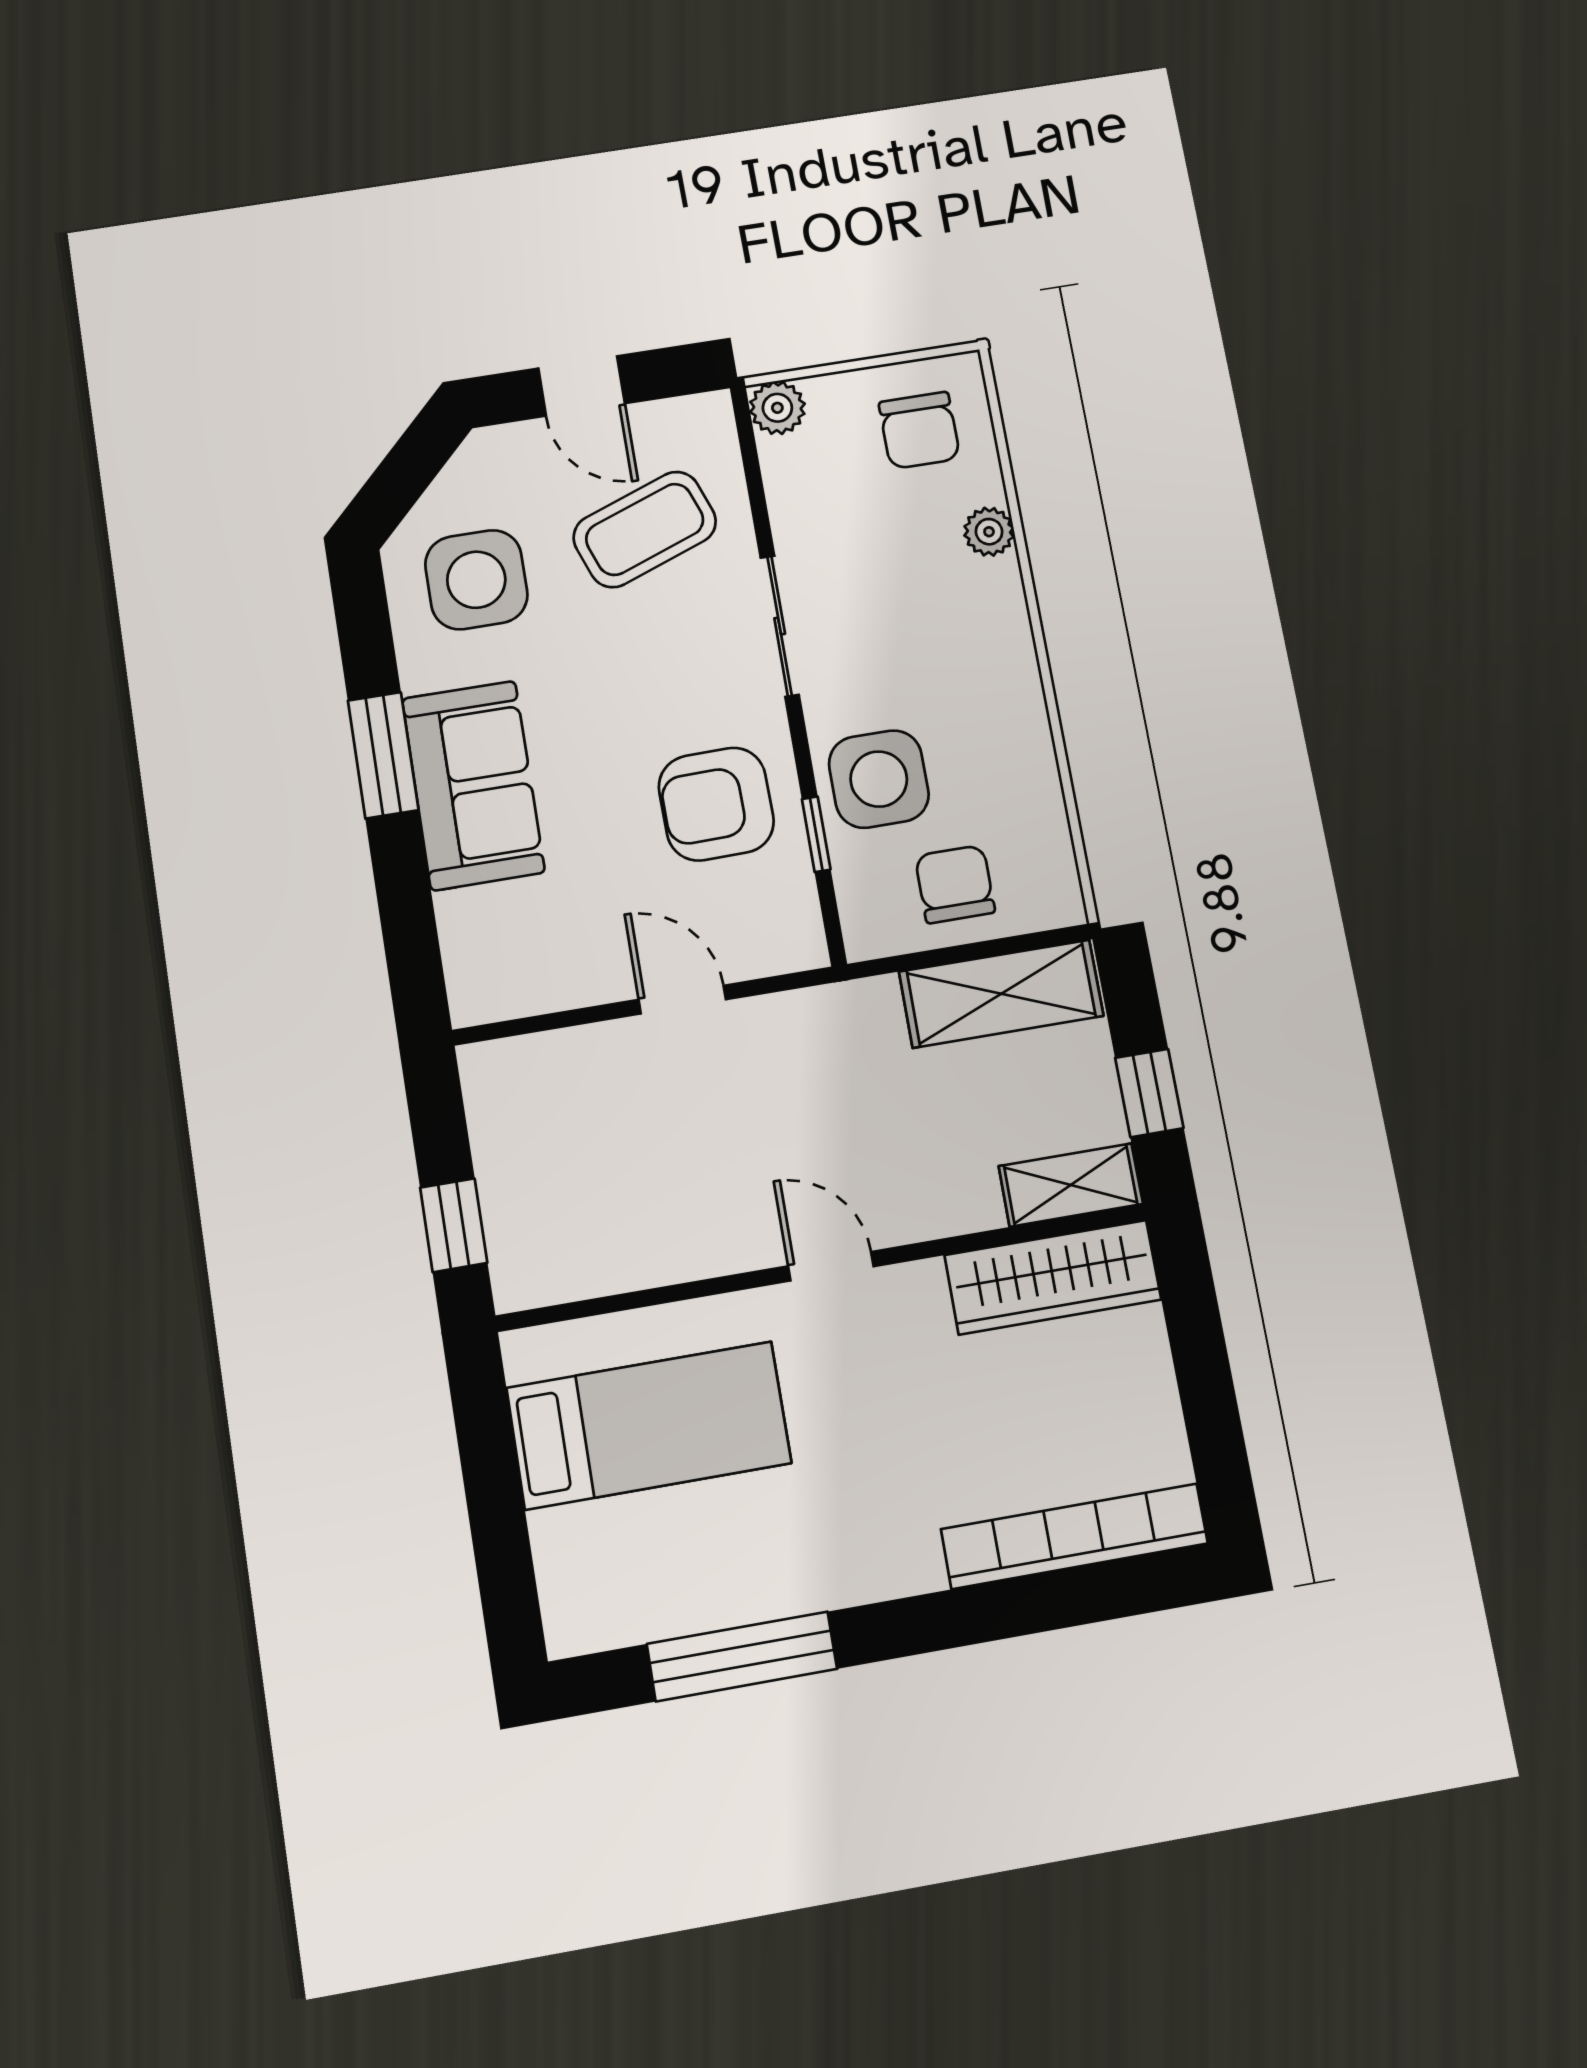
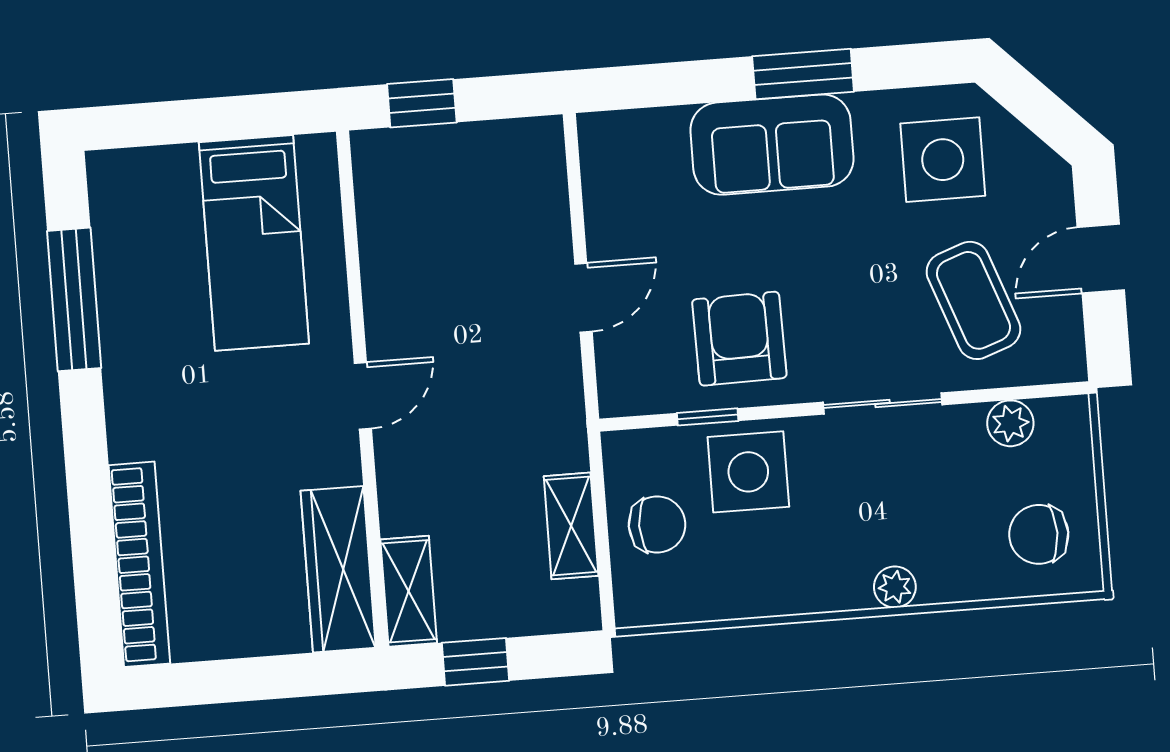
plant: (777, 408) -> (1010, 423), moved
plant: (989, 532) -> (895, 587), moved
shelving: (1001, 994) -> (571, 526), width x0.67, depth x0.75

